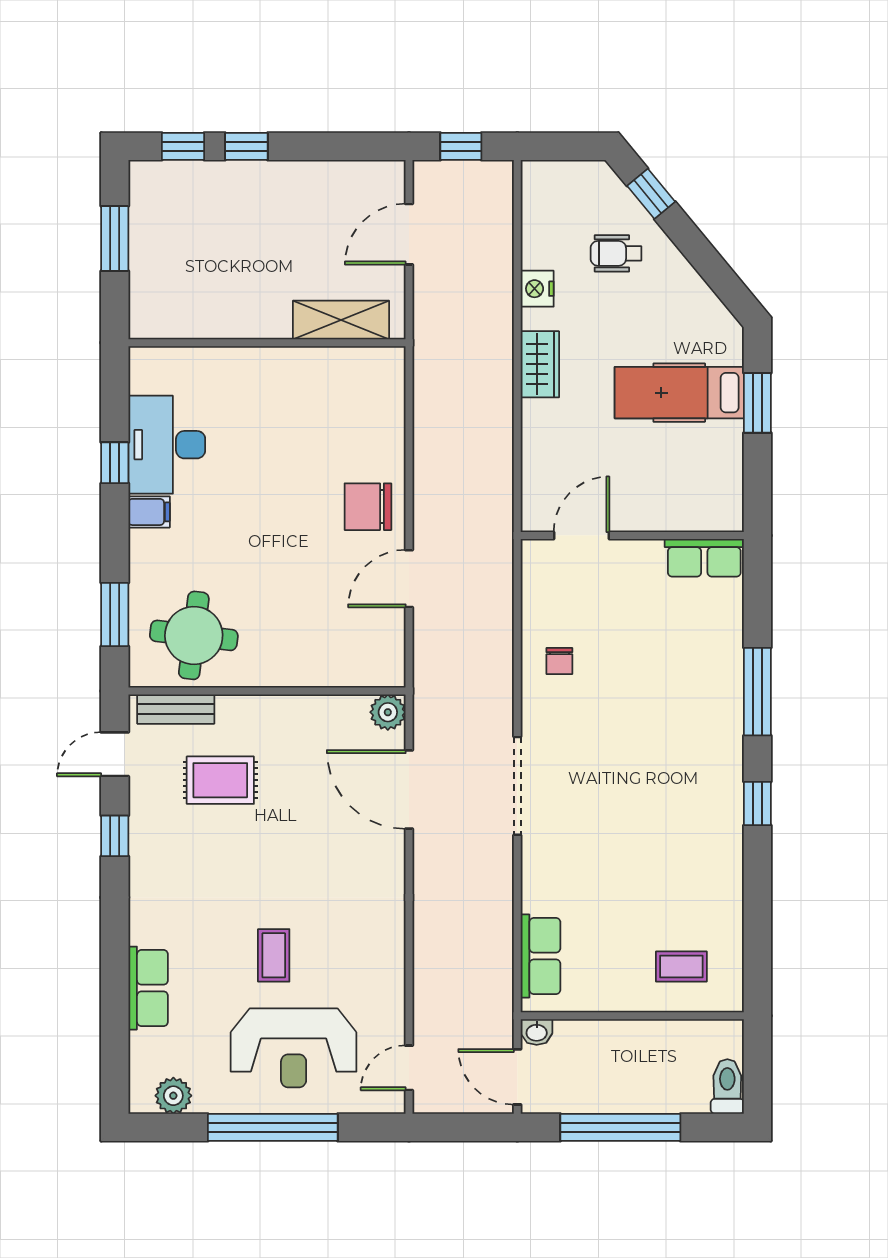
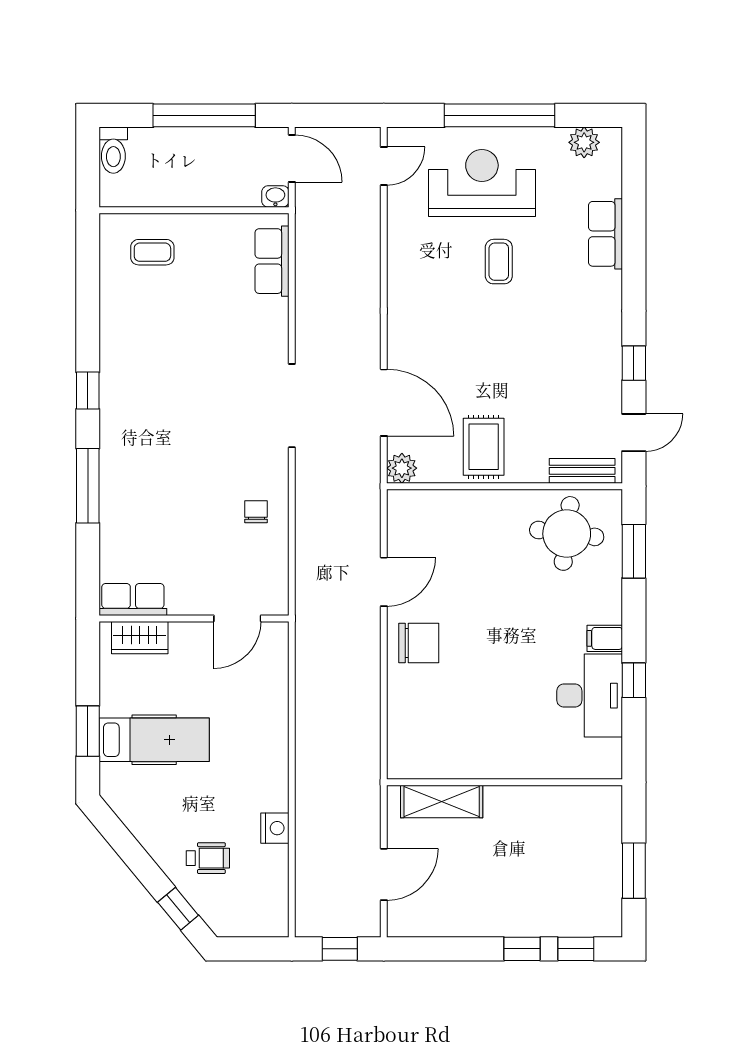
wardrobe: (540, 364) -> (140, 638), moved, turned -90
rug: (220, 780) -> (484, 447), moved, turned 90

